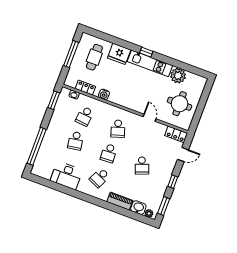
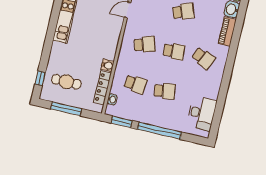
window: (146, 52) -> (40, 78), moved
fridge: (119, 54) -> (59, 54), removed
locker: (85, 88) -> (102, 88), width x1.53
window: (37, 146) -> (160, 131), moved
desk: (66, 175) -> (202, 113), moved

